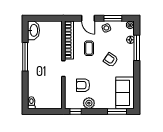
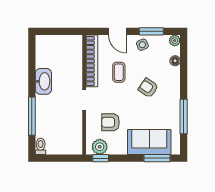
washbasin: (33, 30) -> (43, 81), moved
window: (137, 48) -> (184, 116), moved
window: (25, 57) -> (32, 116), moved
sofa: (125, 93) -> (149, 142), moved, turned 90
plant: (89, 103) -> (100, 147), moved

